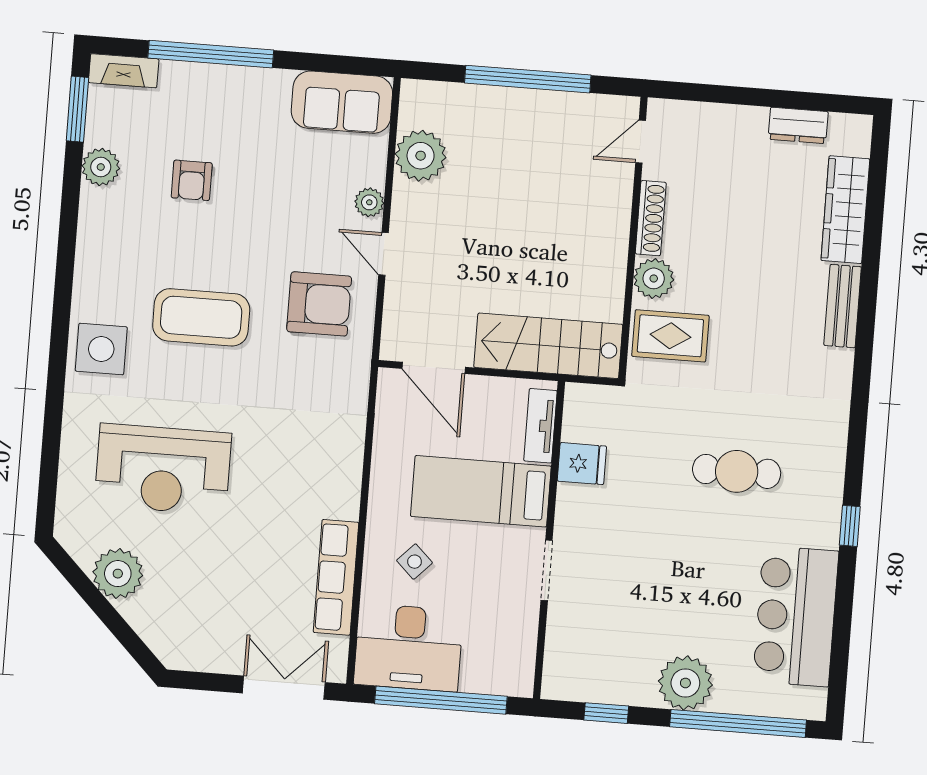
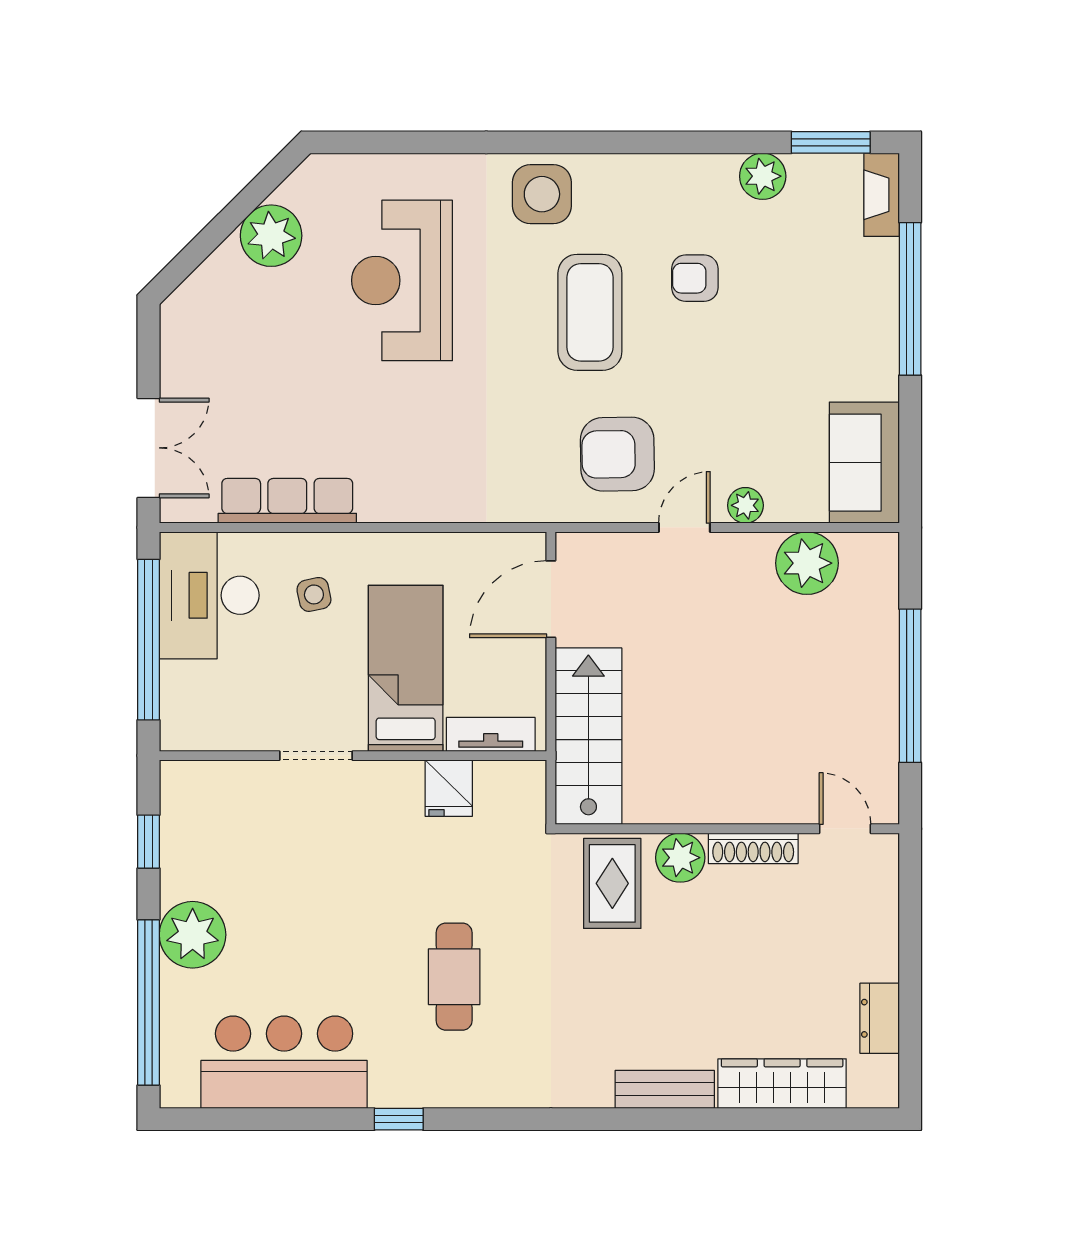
armchair: (192, 180) -> (695, 278), moved
armchair: (319, 304) -> (617, 454), turned 89
side table: (414, 562) -> (314, 594), turned 34

